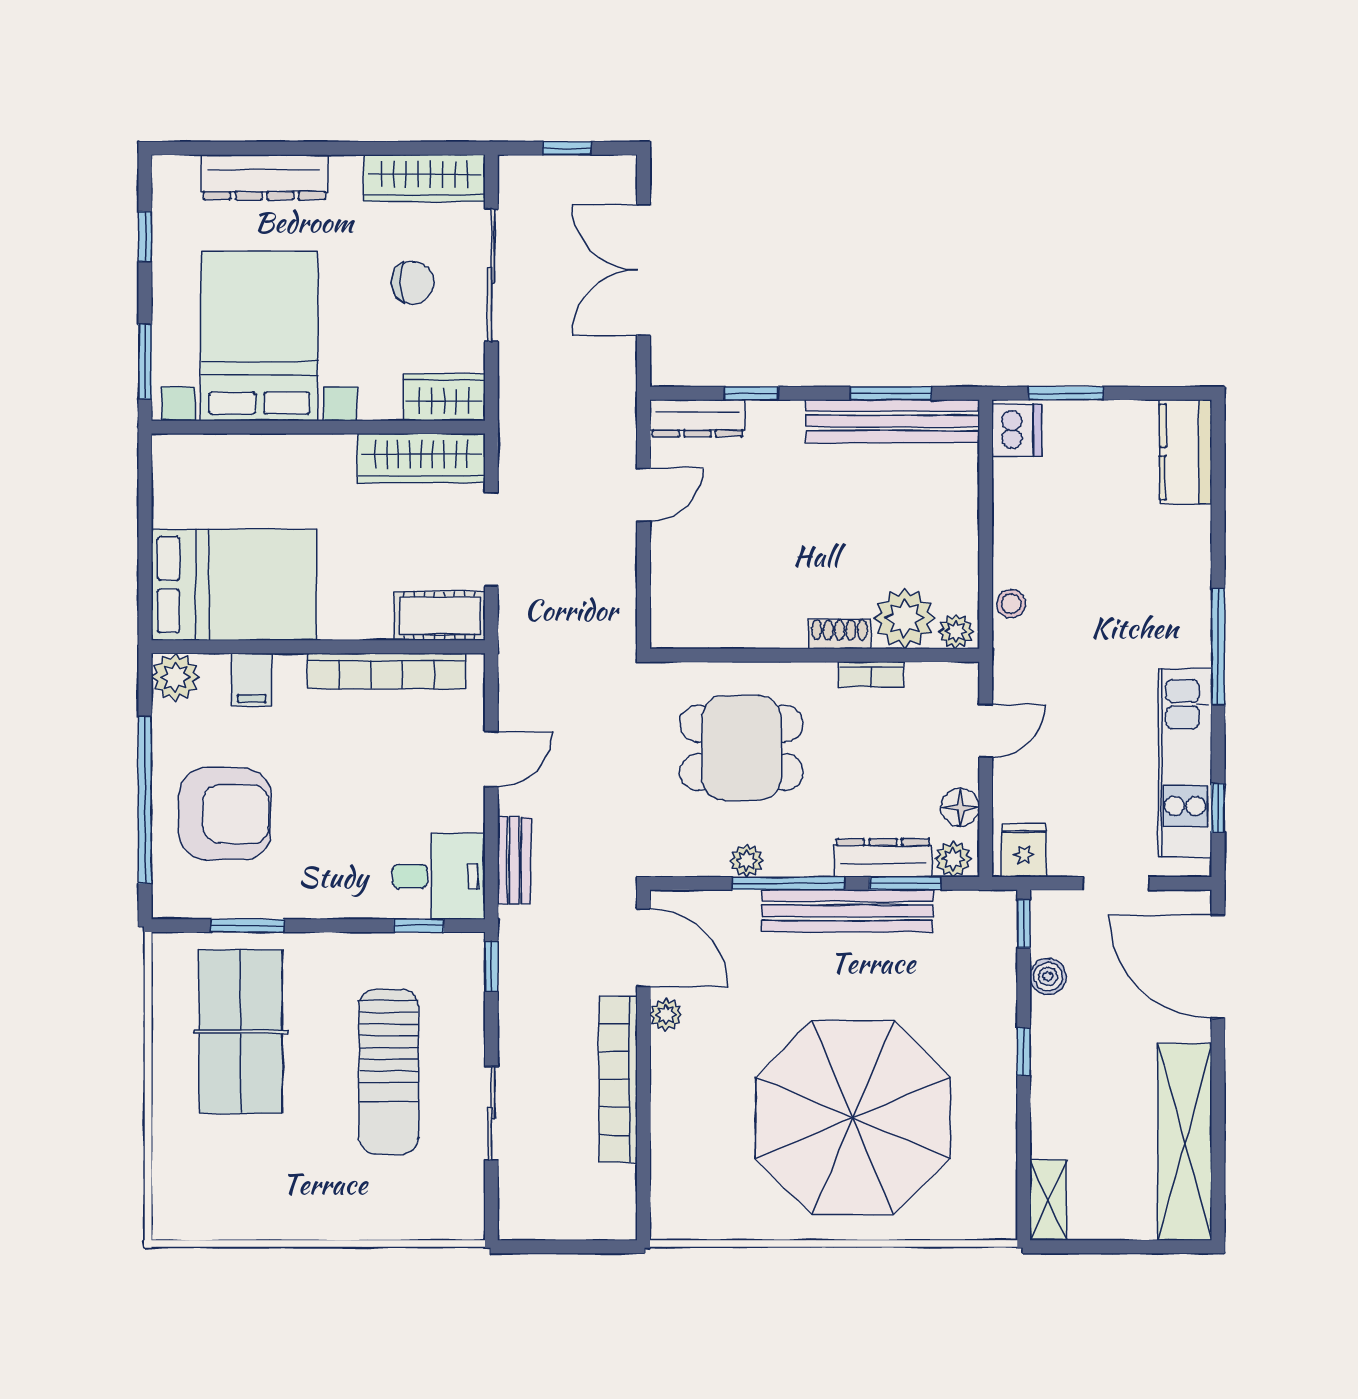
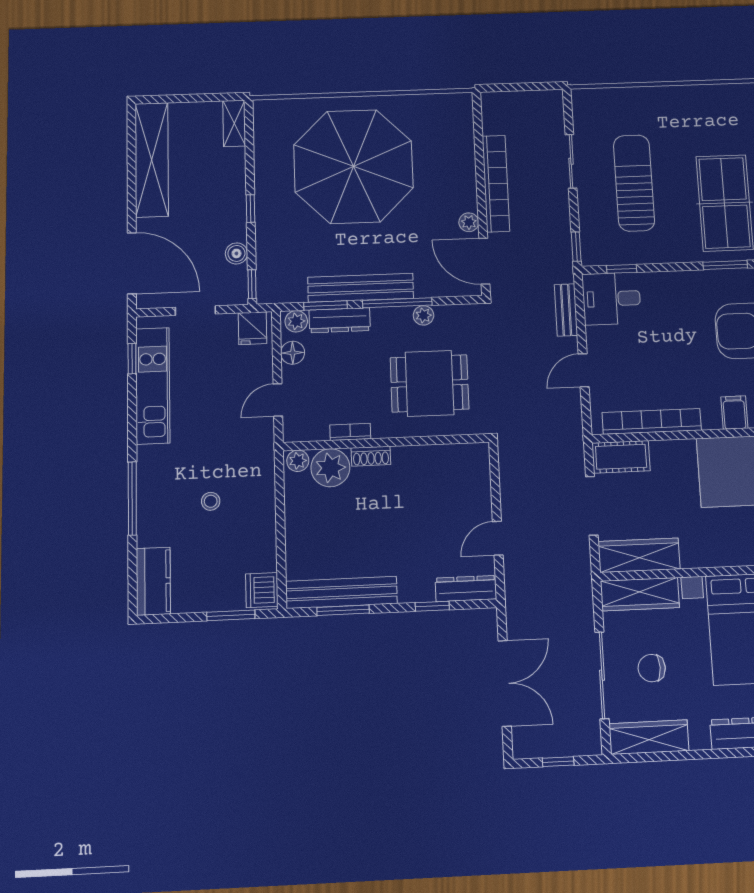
wardrobe: (444, 397) -> (640, 594), width x1.50
stool: (1011, 604) -> (211, 501), moved
window: (1218, 647) -> (132, 498), moved

